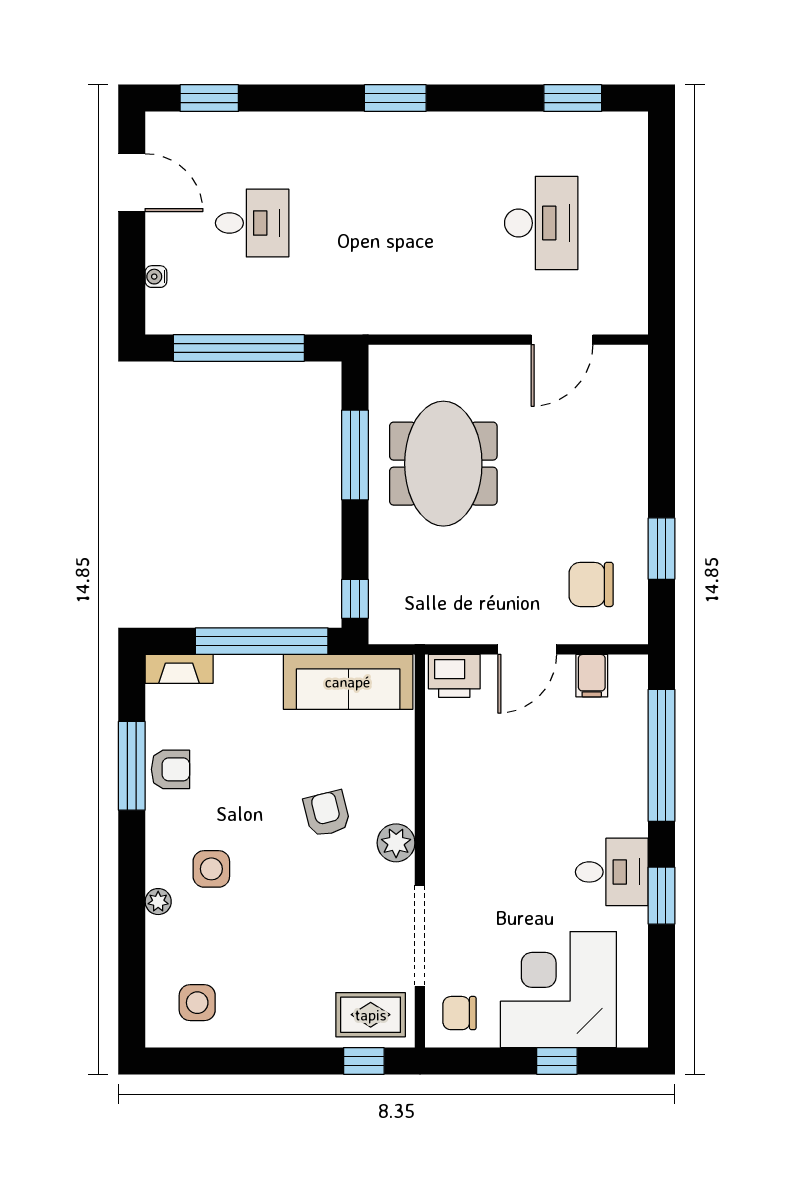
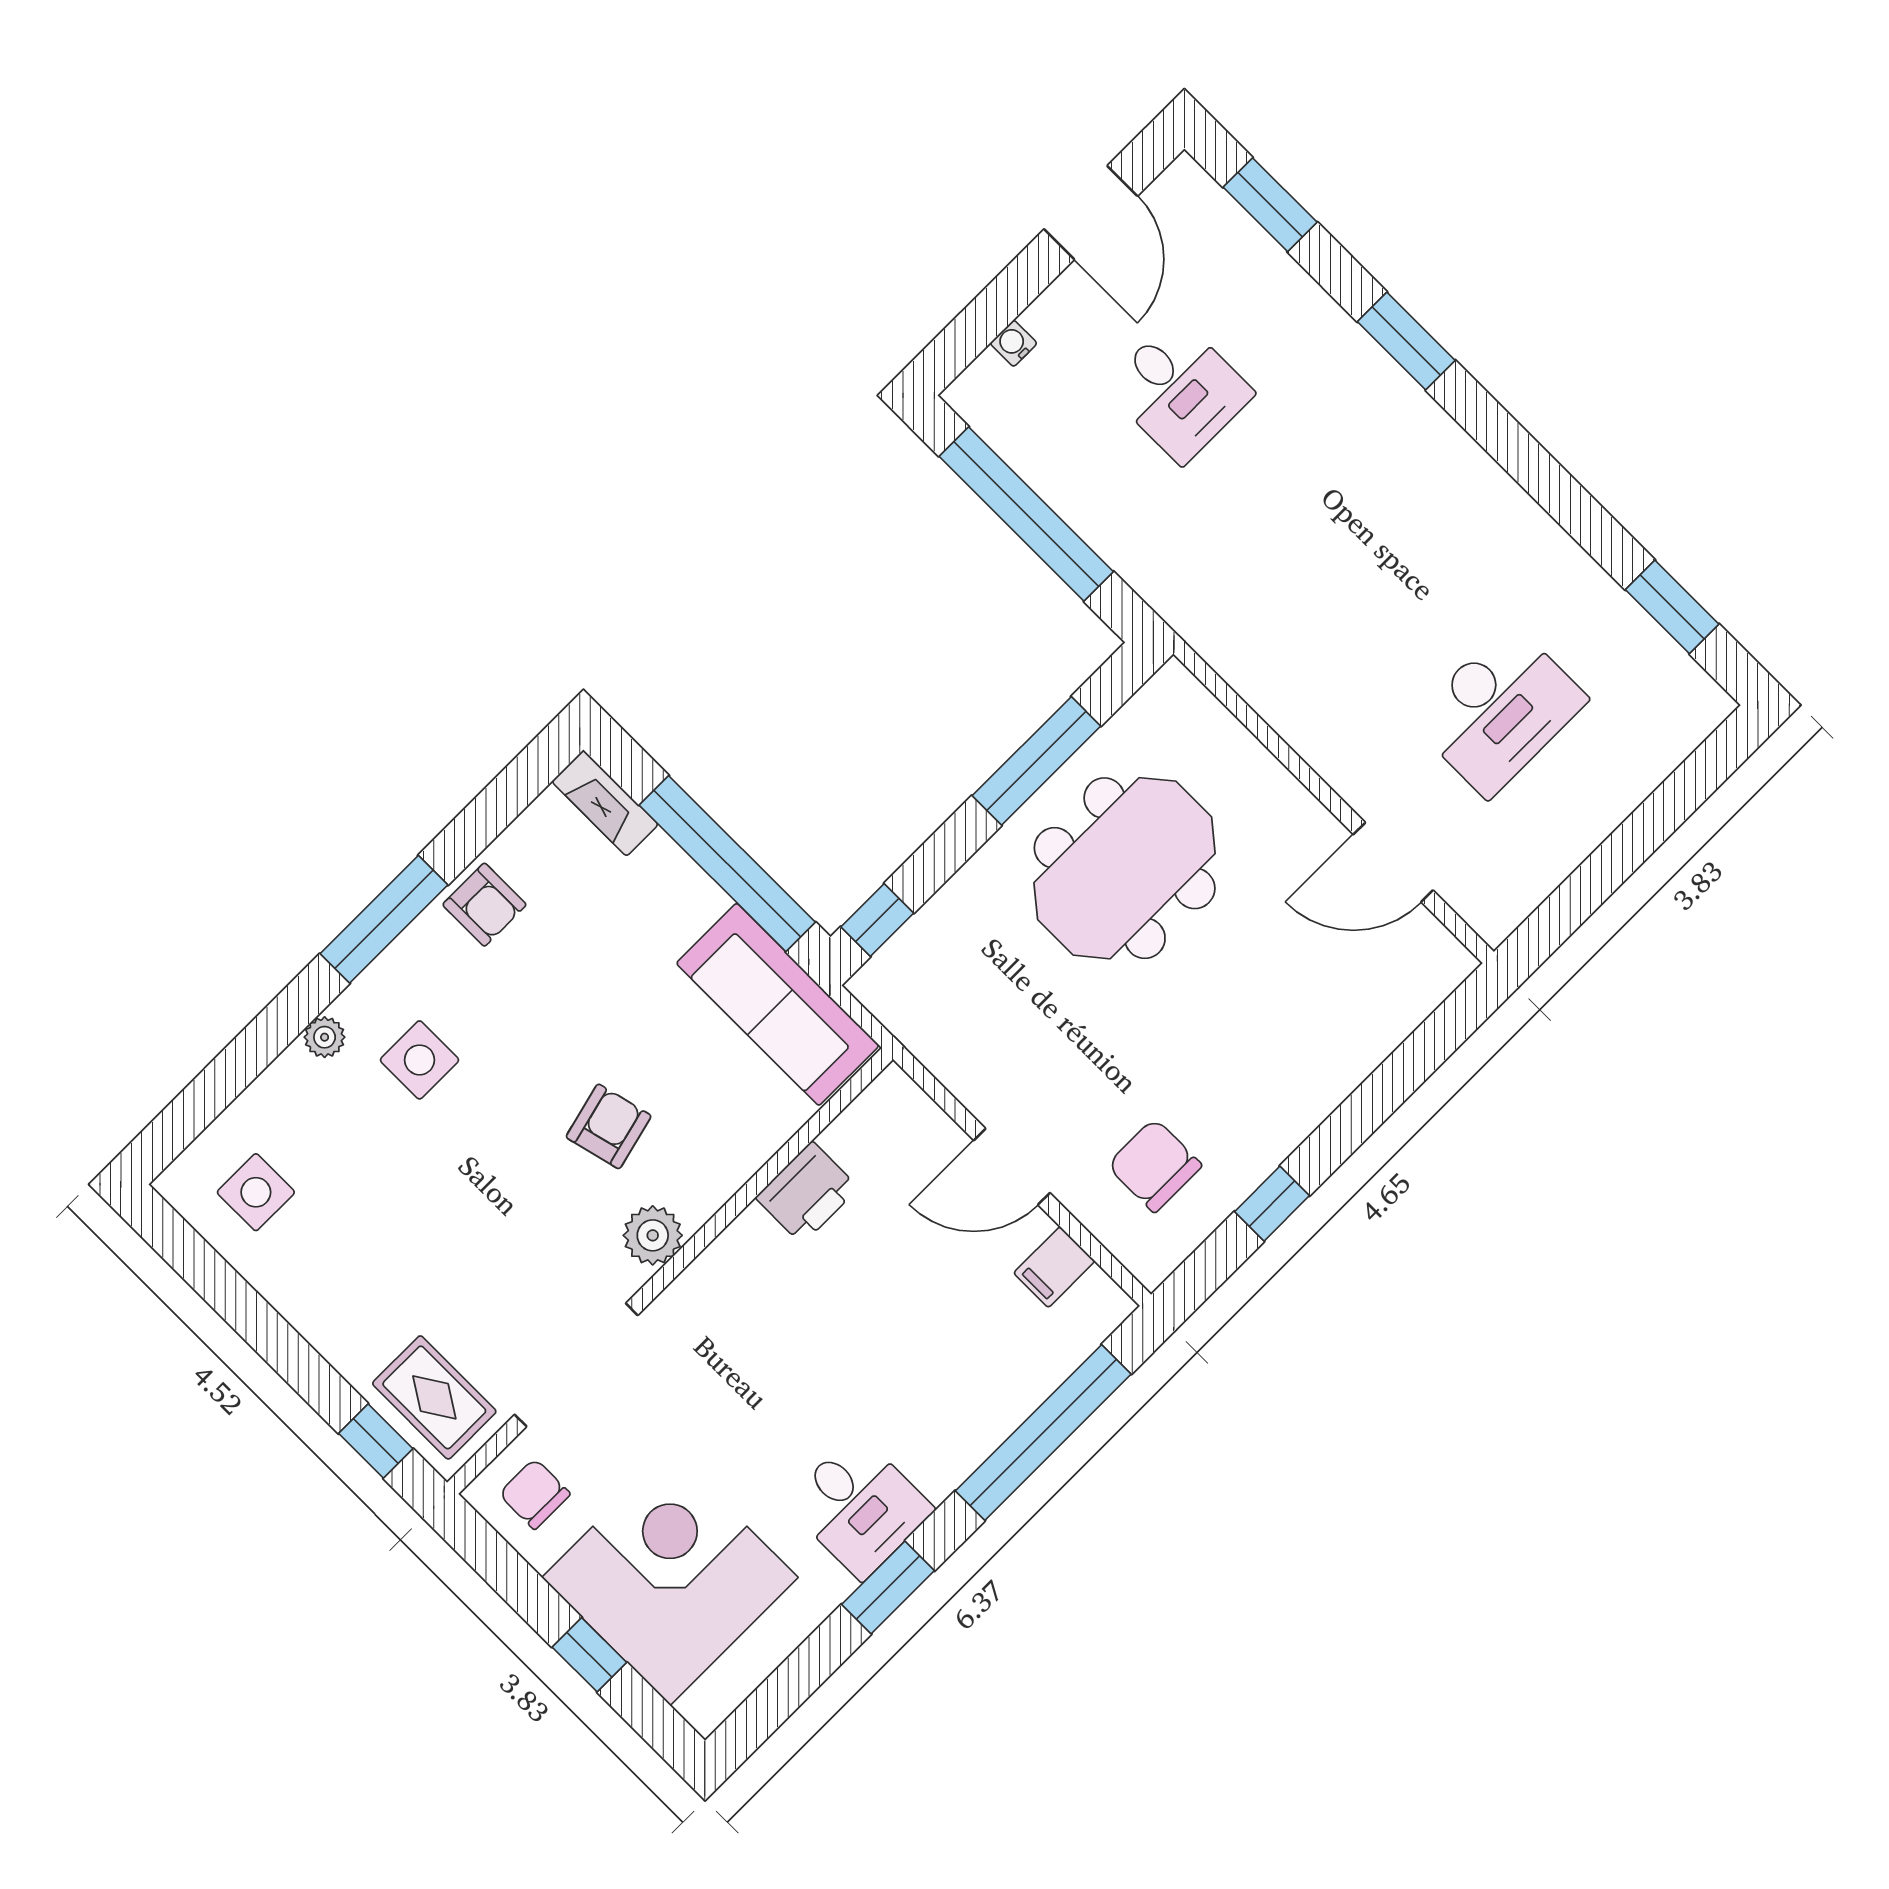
window: (395, 98) -> (1406, 341), moved
window: (662, 549) -> (1272, 1204), width x0.67
printer: (454, 676) -> (807, 1193), moved, turned -90
window: (132, 766) -> (384, 919), moved

